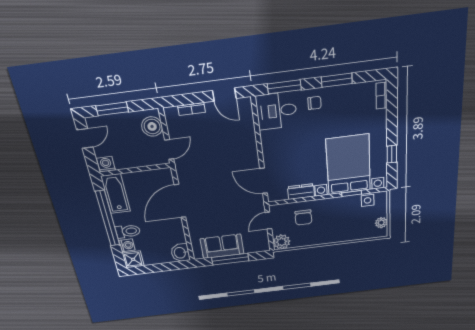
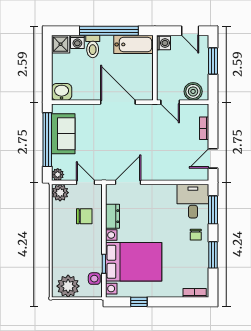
chair: (303, 218) -> (84, 216), turned 180
plant: (381, 223) -> (68, 286), width x1.87, depth x1.87
plant: (264, 246) -> (58, 175), added
window: (230, 259) -> (47, 140), width x1.46

